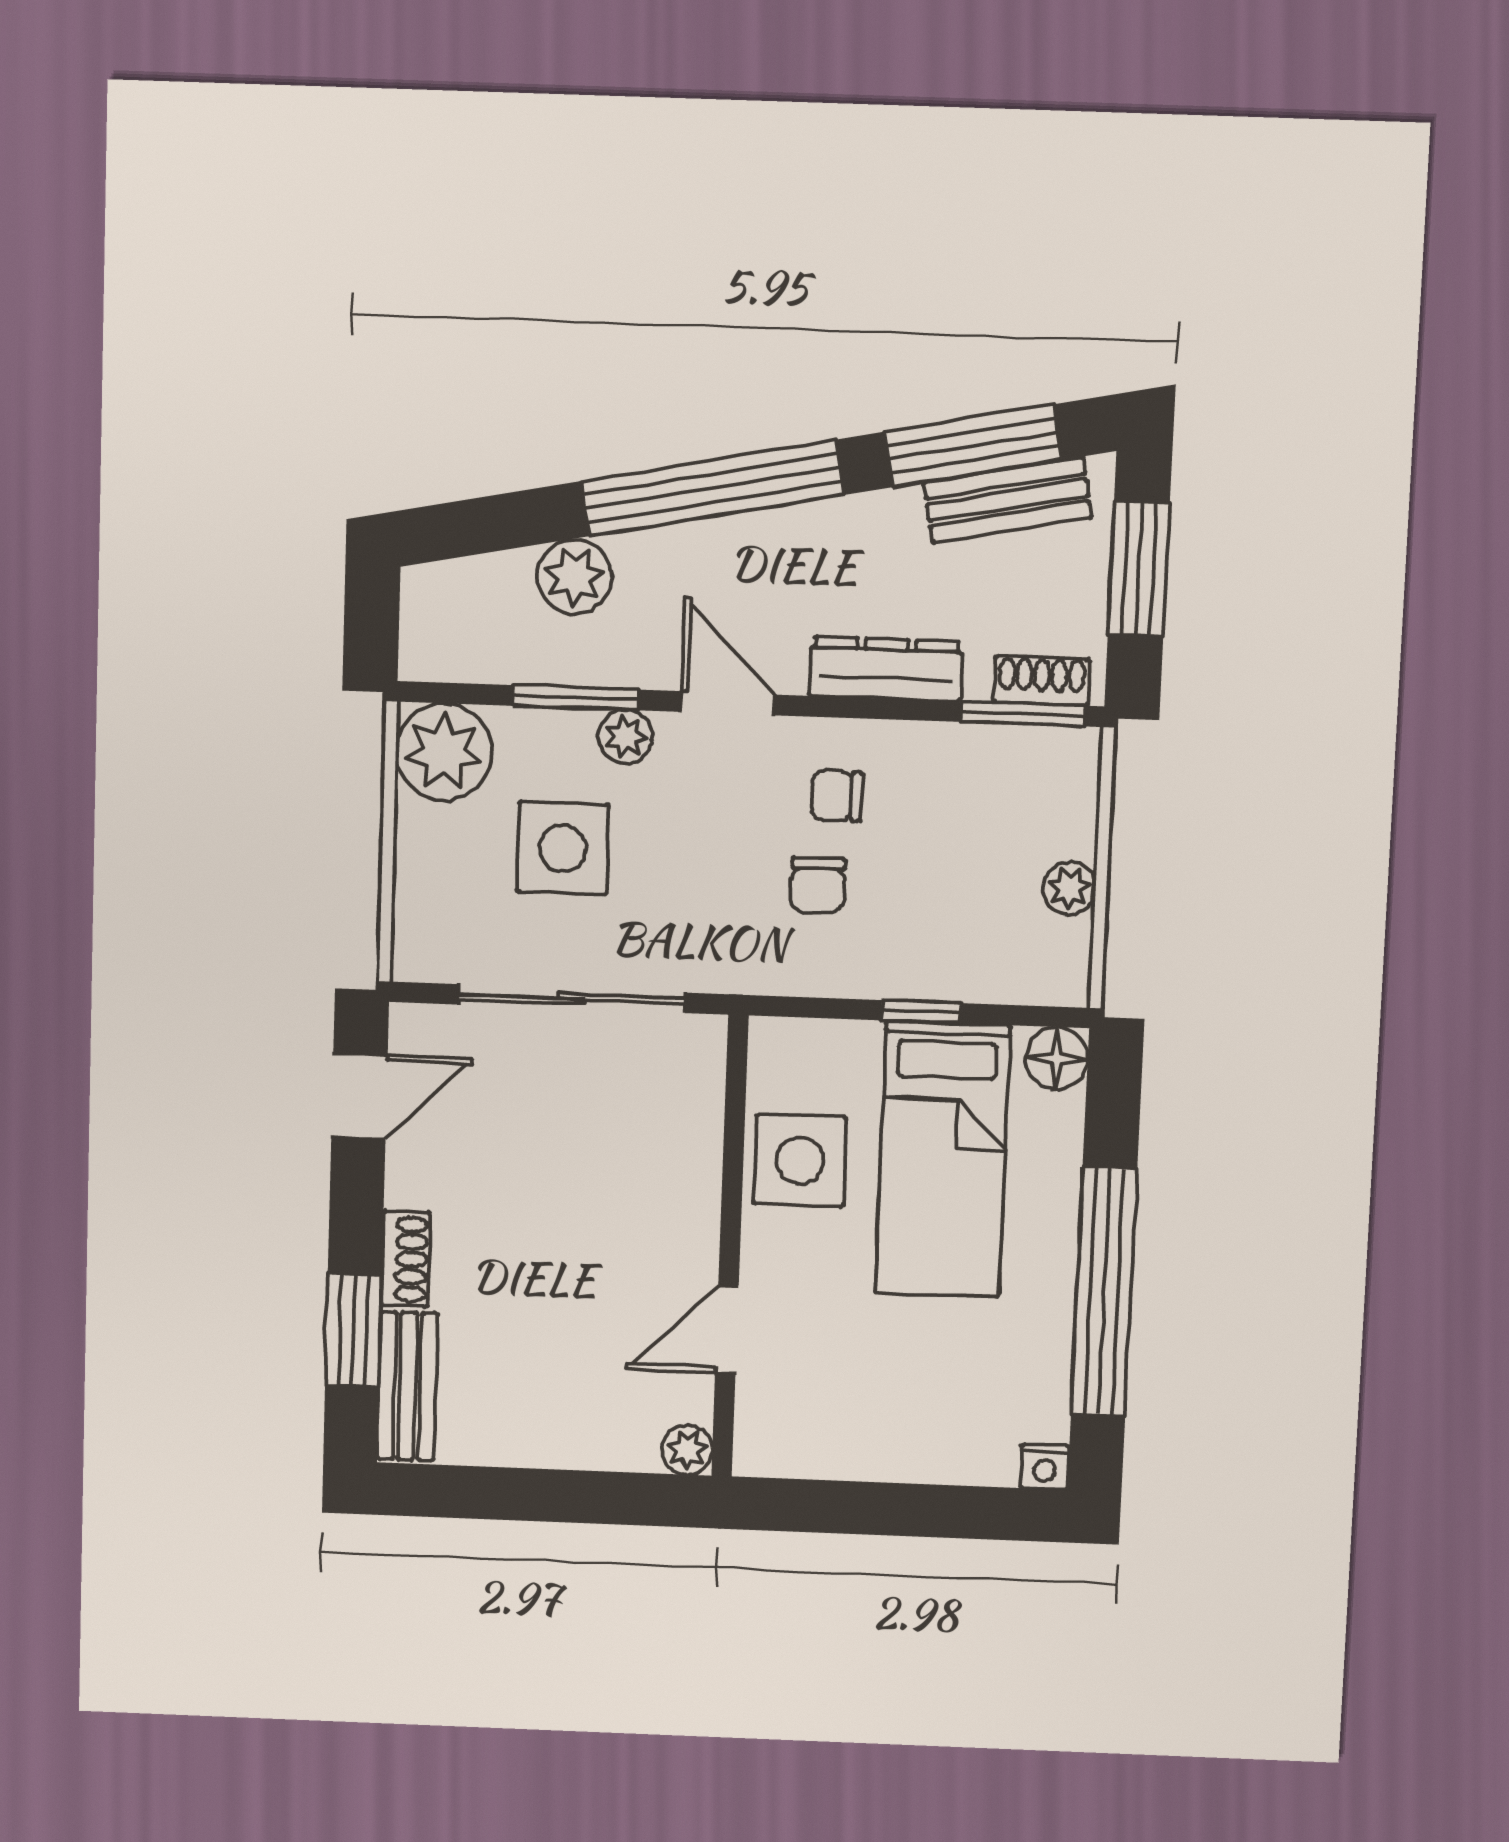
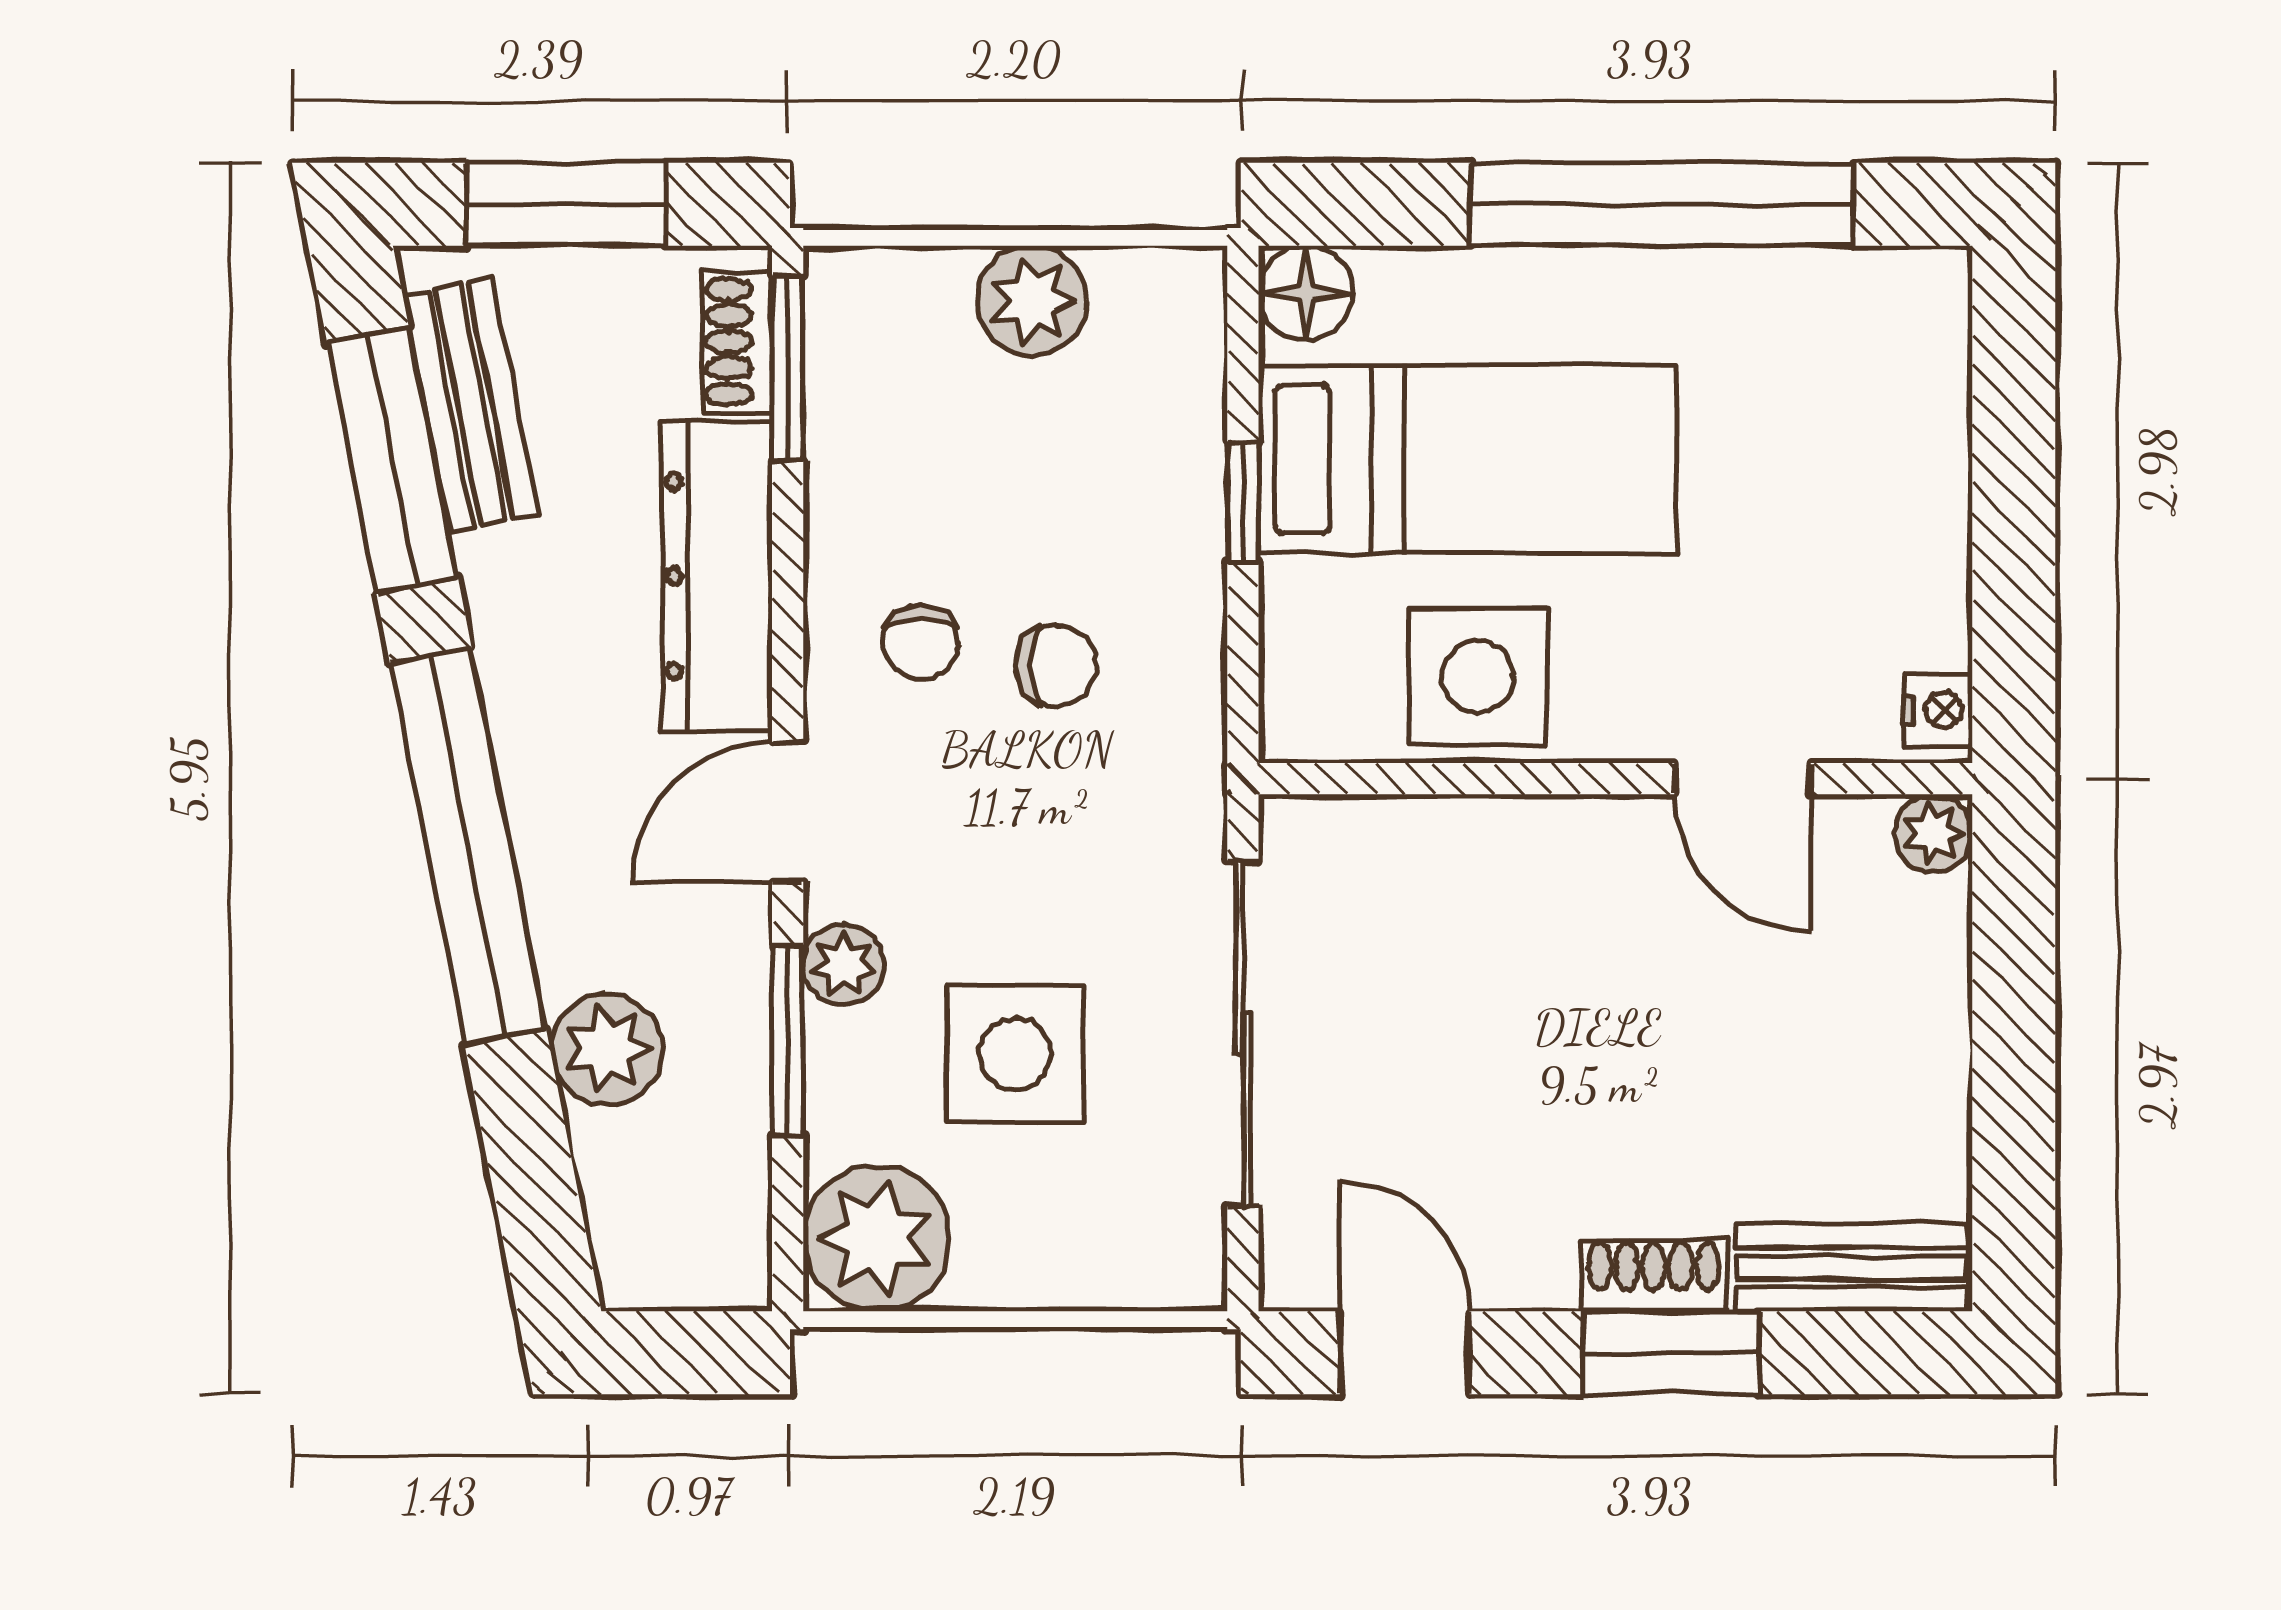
dresser: (886, 669) -> (717, 576), width x1.37, depth x1.24
plant: (1069, 888) -> (1032, 301), width x1.38, depth x1.38
window: (353, 1330) -> (1671, 1353), moved
nightstand: (1045, 1467) -> (1938, 710), moved

